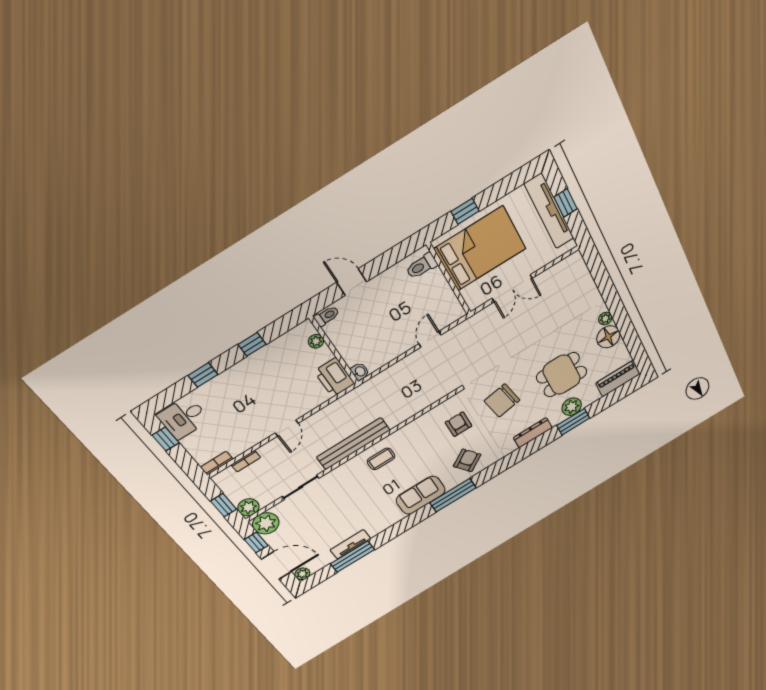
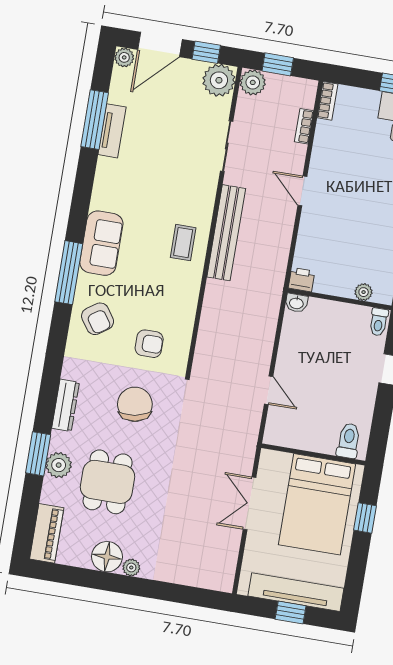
printer: (334, 377) -> (302, 280), width x0.53, depth x0.68

